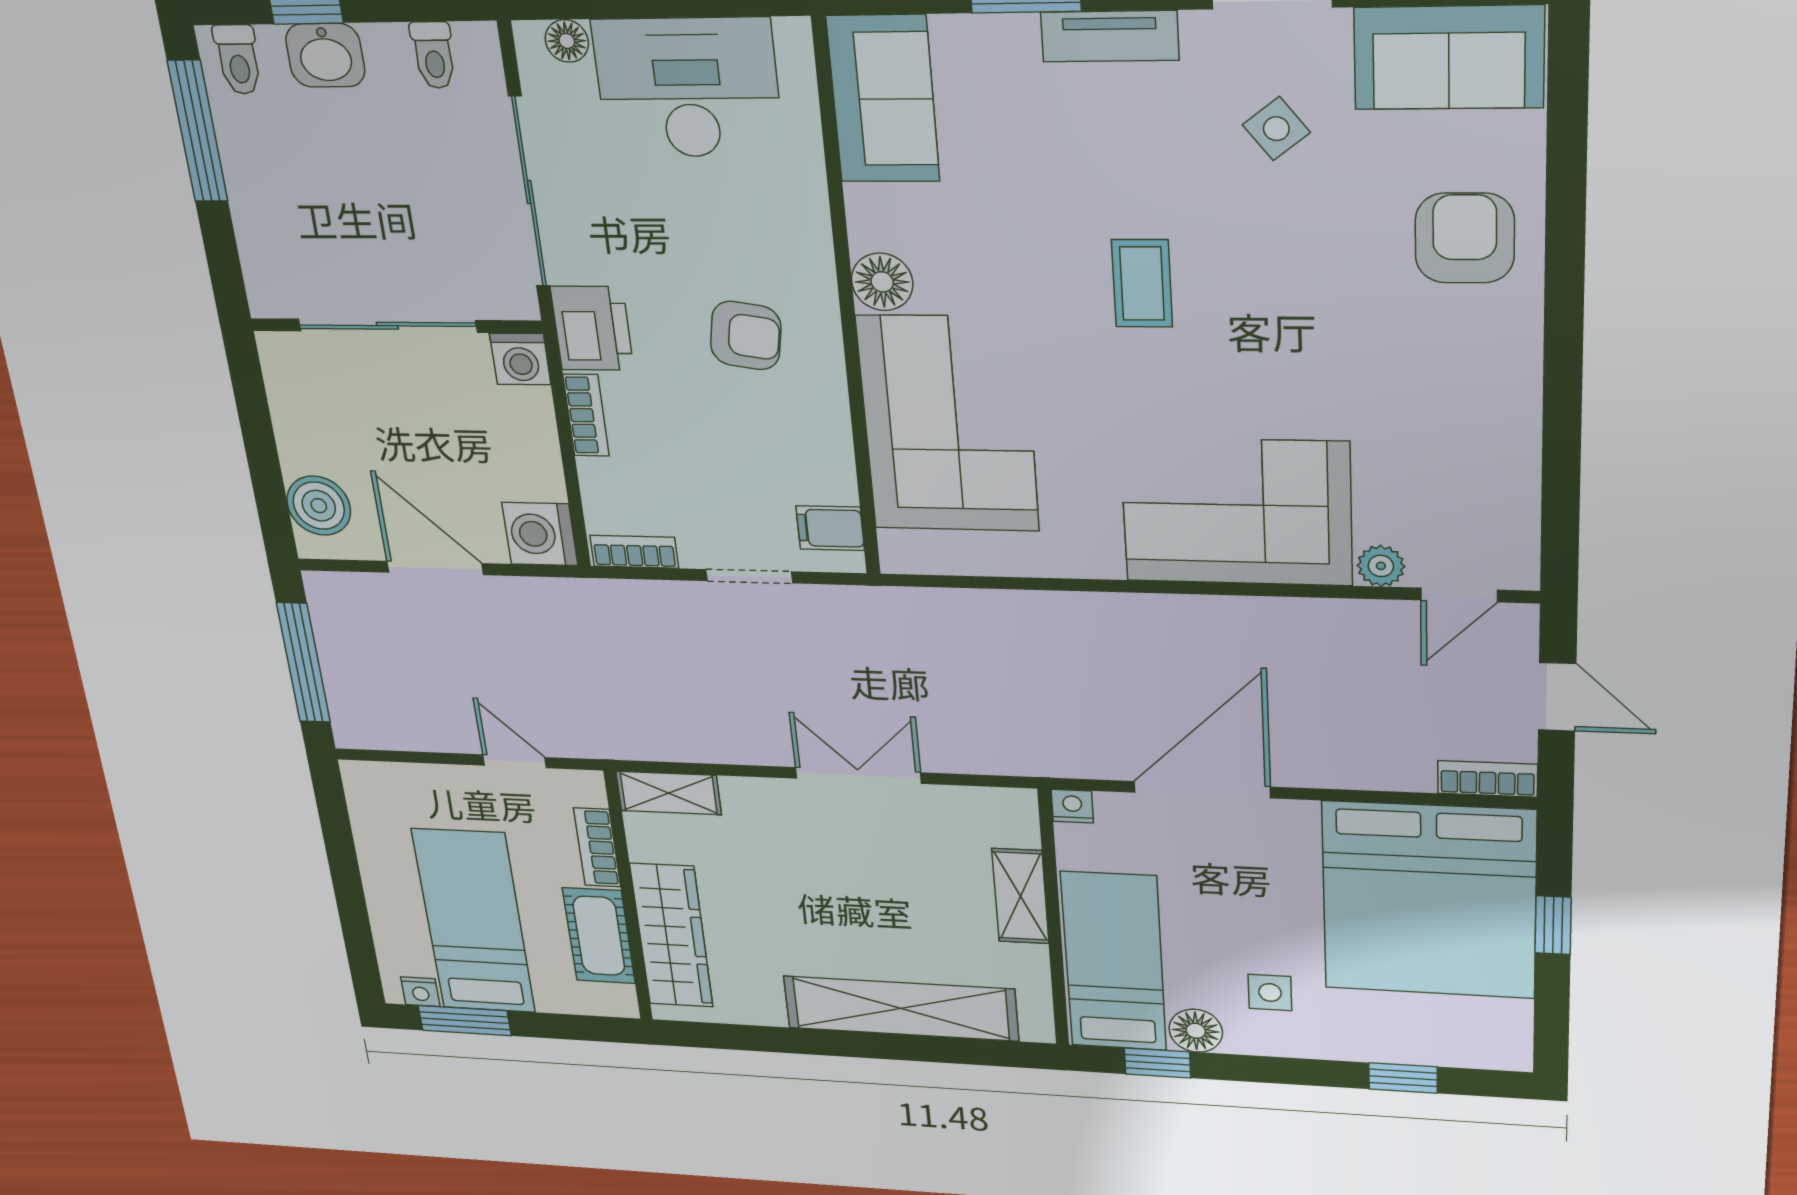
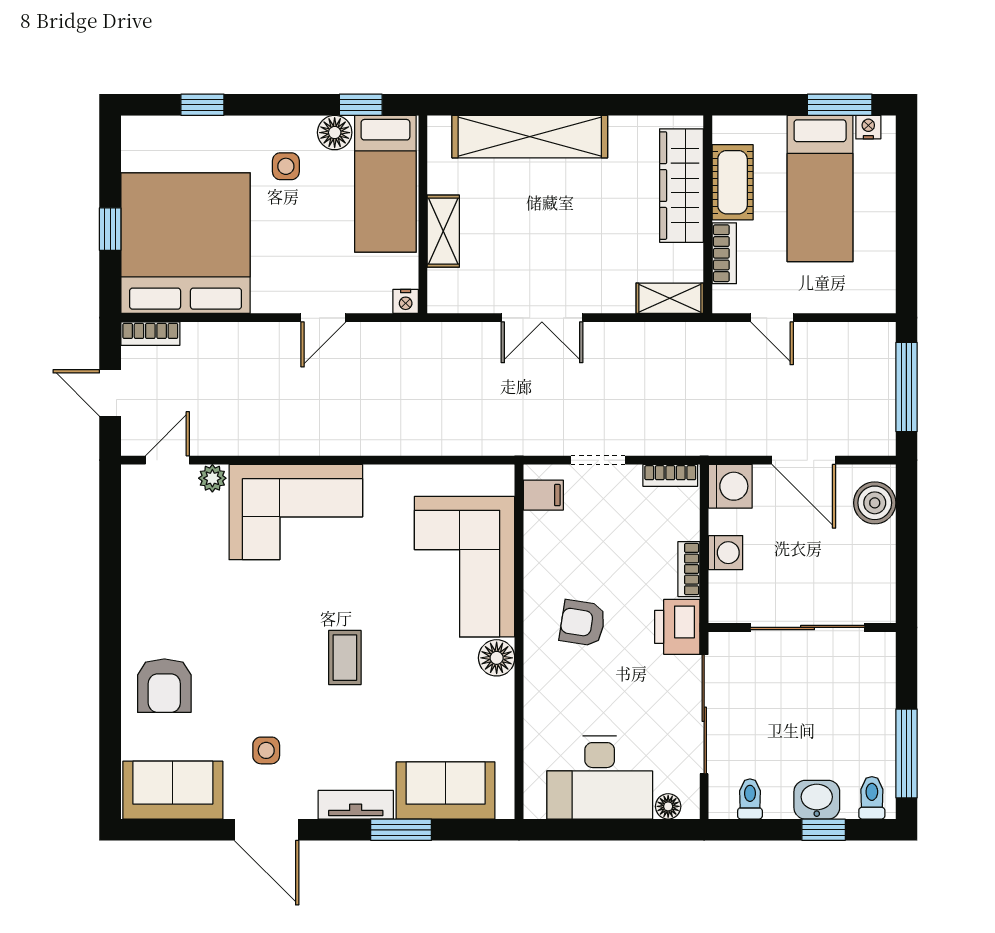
sofa: (883, 99) -> (446, 791), moved, turned 90
side table: (1276, 129) -> (266, 750), turned 38
washing machine: (520, 359) -> (726, 553), moved, turned 90
door: (1202, 790) -> (323, 318), width x0.53

